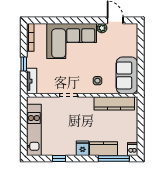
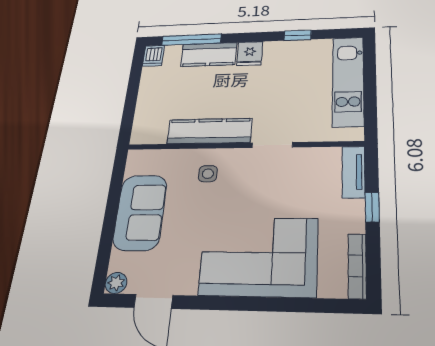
plant: (102, 28) -> (116, 283), moved
sofa: (127, 75) -> (140, 212), moved
kitchen counter: (114, 103) -> (209, 131), moved

